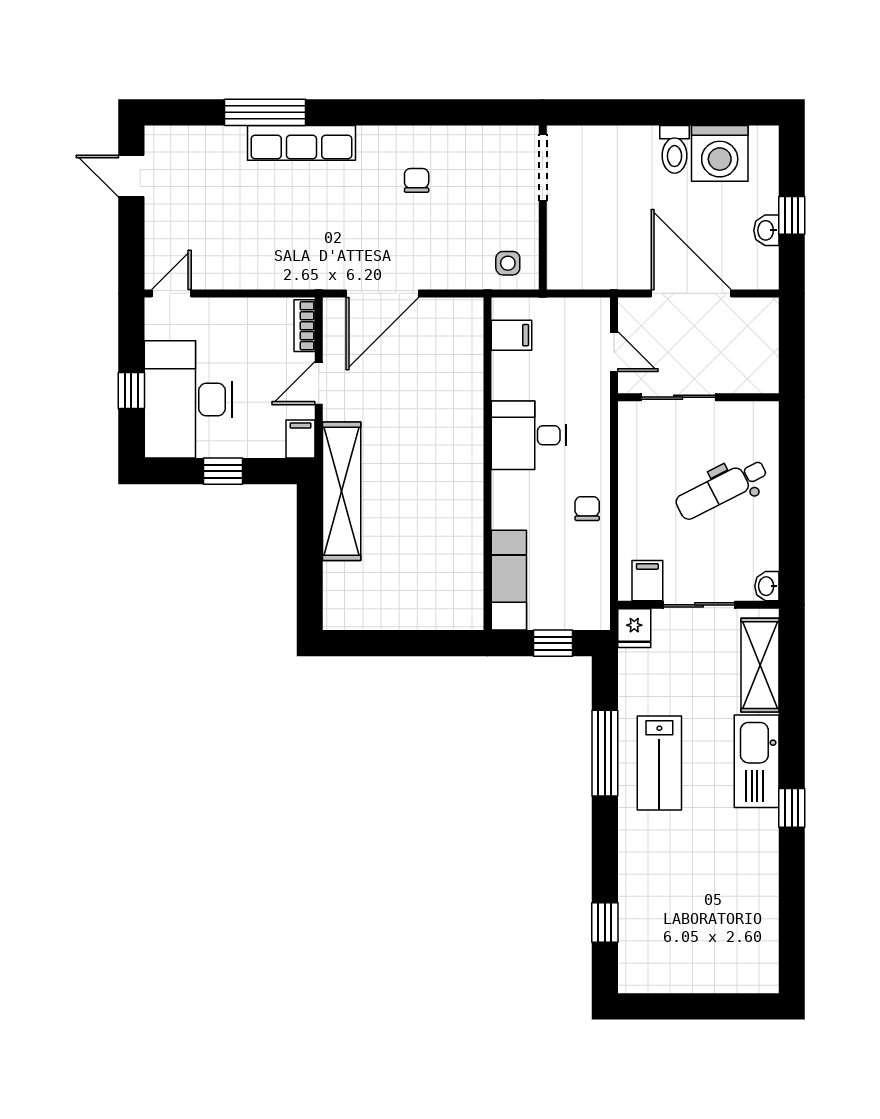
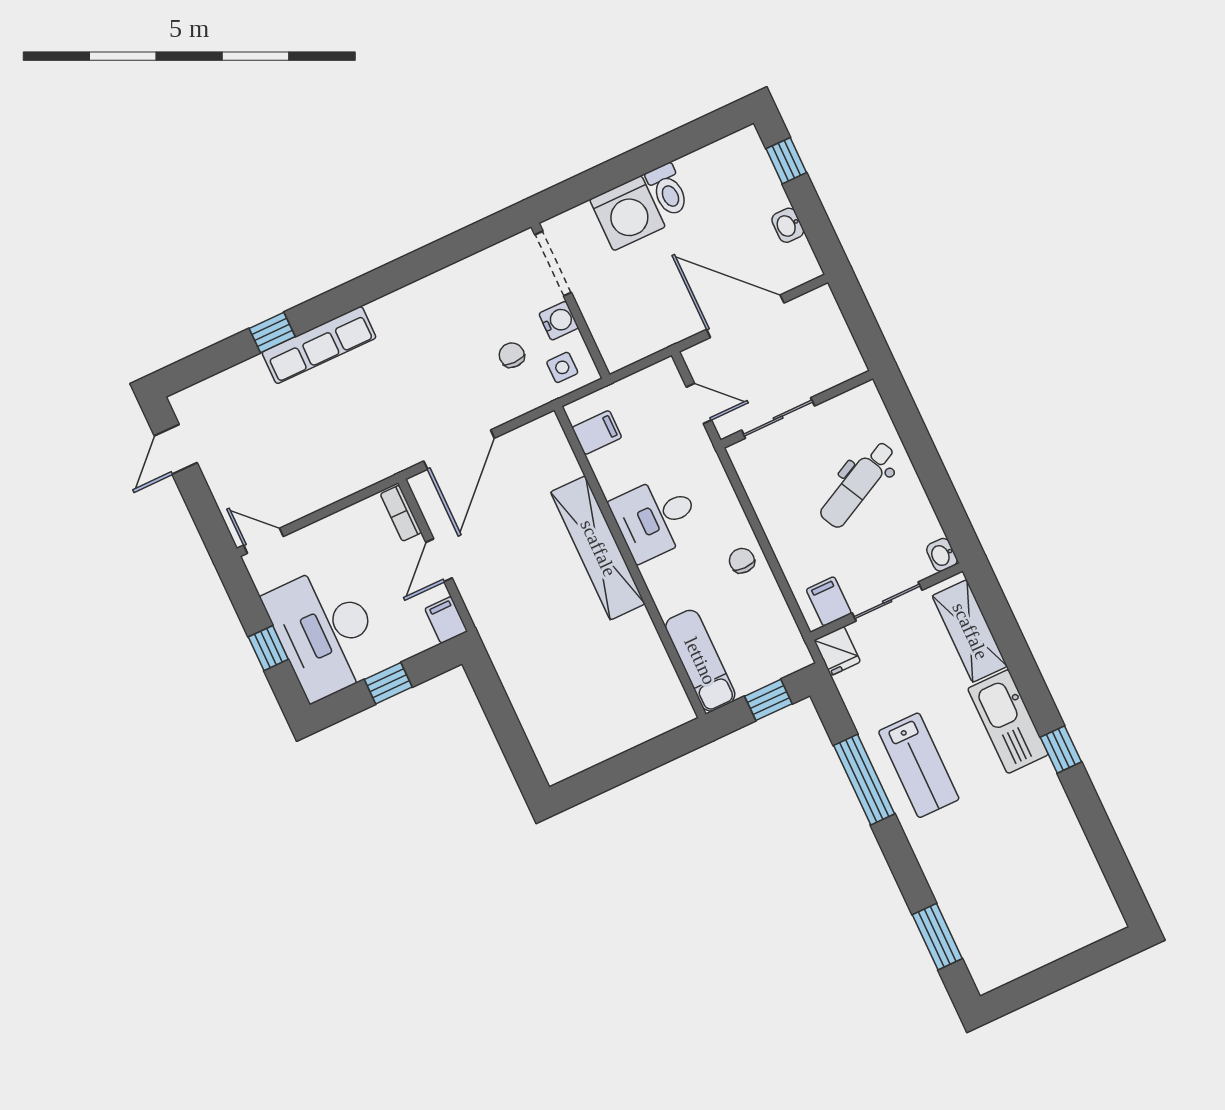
window: (265, 112) -> (272, 333), width x0.46
washing machine: (720, 153) -> (627, 213), moved
door: (131, 176) -> (176, 449), hinge flipped
chair: (417, 180) -> (512, 355), moved
window: (792, 215) -> (786, 161), moved
water cooler: (524, 220) -> (559, 321), added
door: (171, 293) -> (263, 541), hinge flipped
shelving: (342, 491) -> (598, 548), moved
window: (605, 923) -> (937, 937), width x1.50

